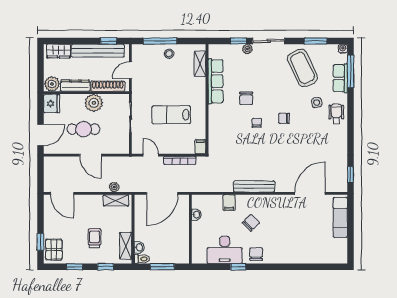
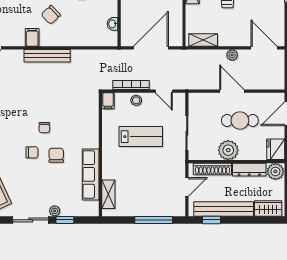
stool: (169, 54) -> (136, 100), moved
chair: (284, 118) -> (32, 152), moved
plant: (114, 187) -> (232, 55), moved
filing cabinet: (229, 203) -> (32, 37), moved

